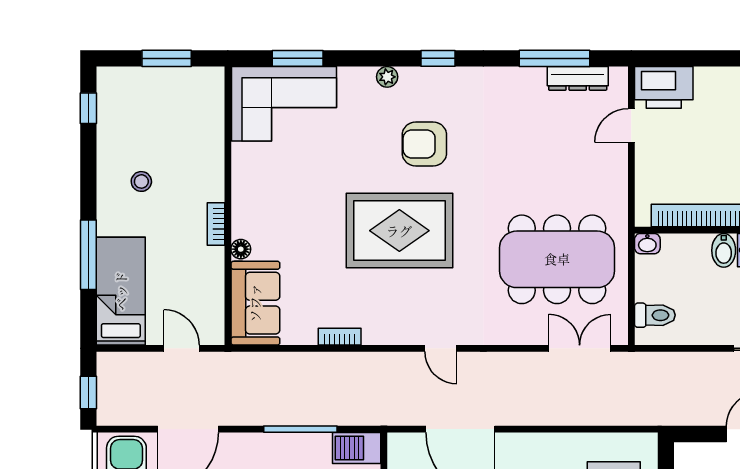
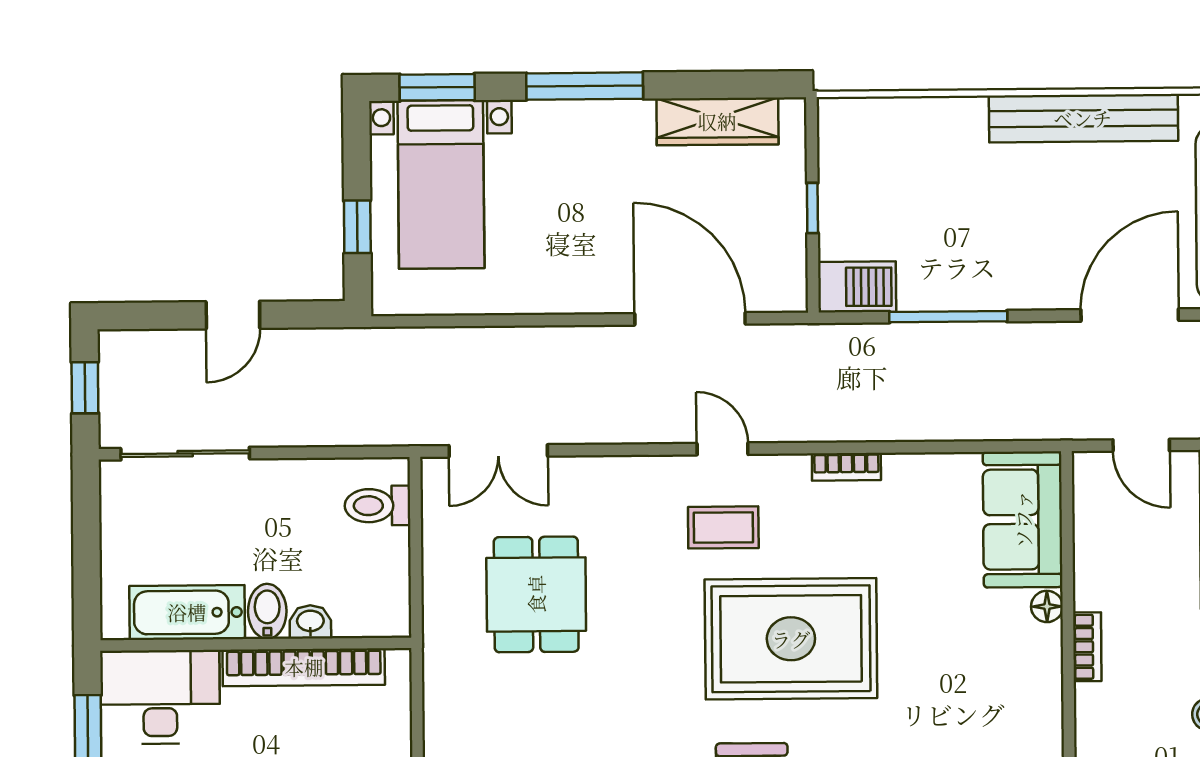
washbasin: (647, 244) -> (310, 622), moved
dining table: (557, 259) -> (536, 594), width x0.53, depth x0.80
coffee table: (441, 300) -> (723, 527), added
bookcase: (340, 337) -> (846, 467), moved

